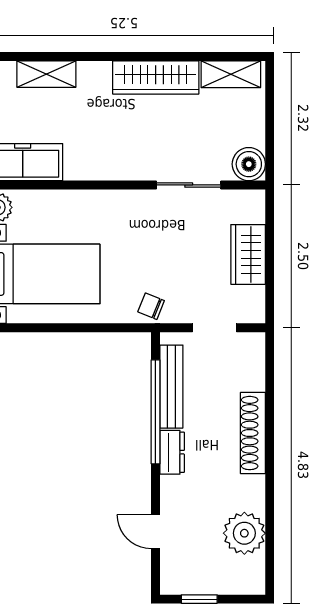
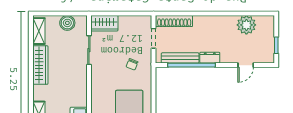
boiler: (249, 164) -> (67, 23), moved
wardrobe: (248, 254) -> (104, 23), moved
chair: (151, 306) -> (132, 64), moved
shoe rack: (253, 433) -> (174, 21), moved

